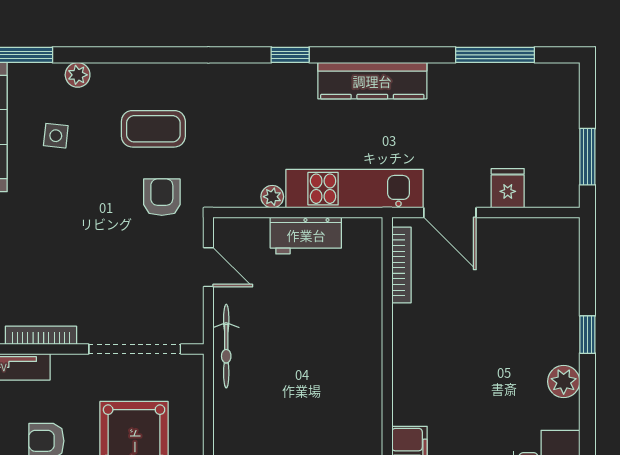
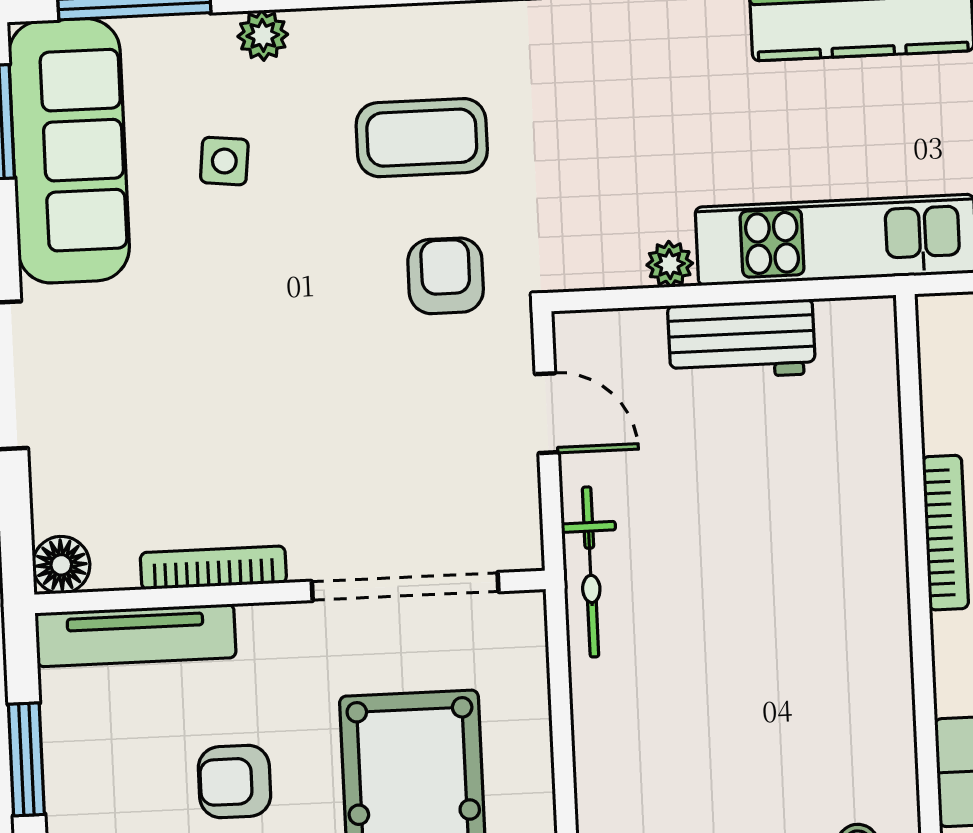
bookcase: (401, 265) -> (945, 533), moved

